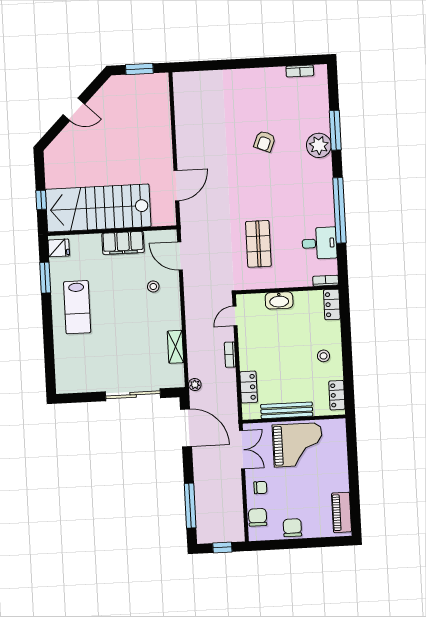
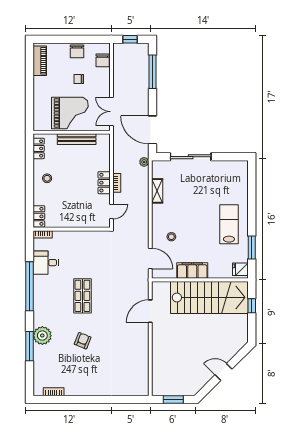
shop shelf: (258, 244) -> (82, 296), moved
washbasin: (279, 300) -> (78, 221), removed
locker: (249, 387) -> (104, 183), moved
grand piano: (298, 445) -> (70, 113), turned 180
chair: (260, 488) -> (79, 79), moved

